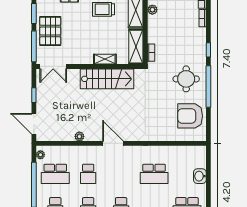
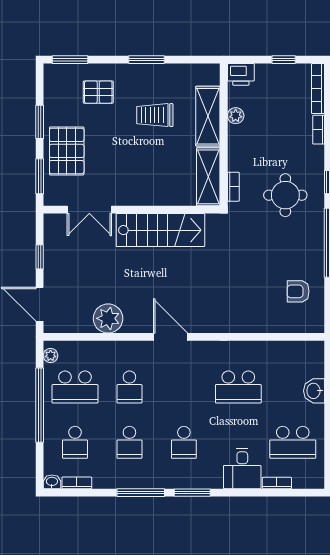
window: (34, 46) -> (40, 176), width x0.69
shelving: (105, 59) -> (157, 197), removed
double door: (53, 67) -> (89, 210), moved
round table: (186, 79) -> (285, 195), moved
armchair: (190, 116) -> (298, 291), width x0.53, depth x0.53
plant: (79, 136) -> (108, 318), width x1.88, depth x1.88

